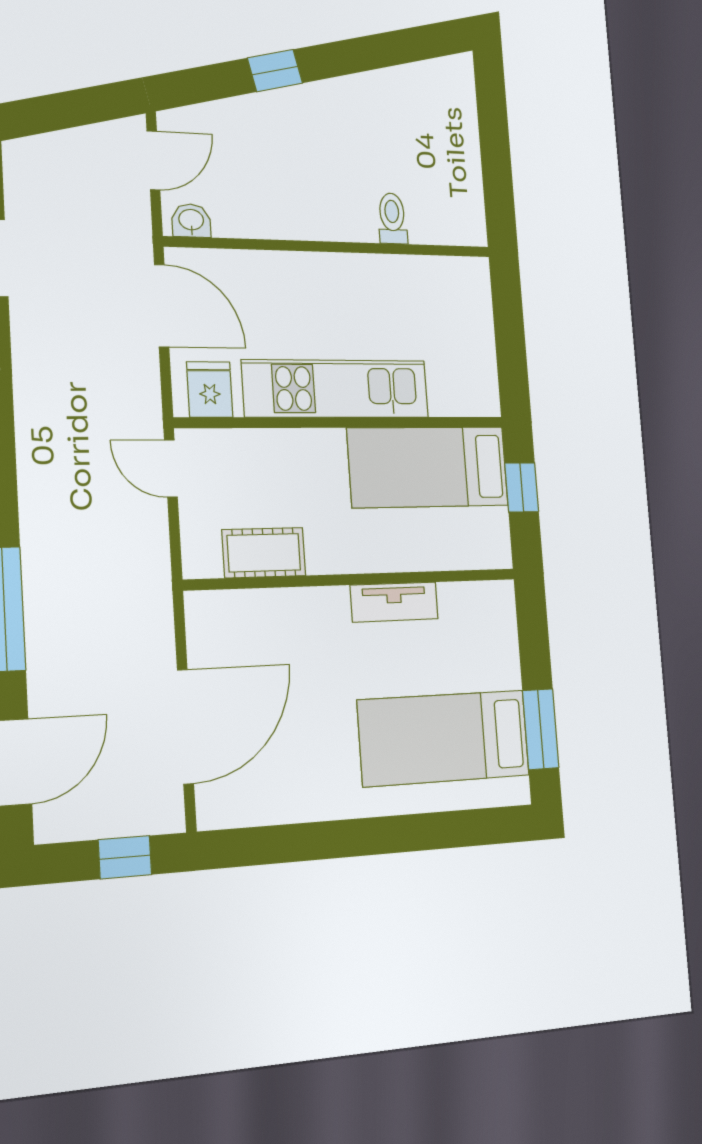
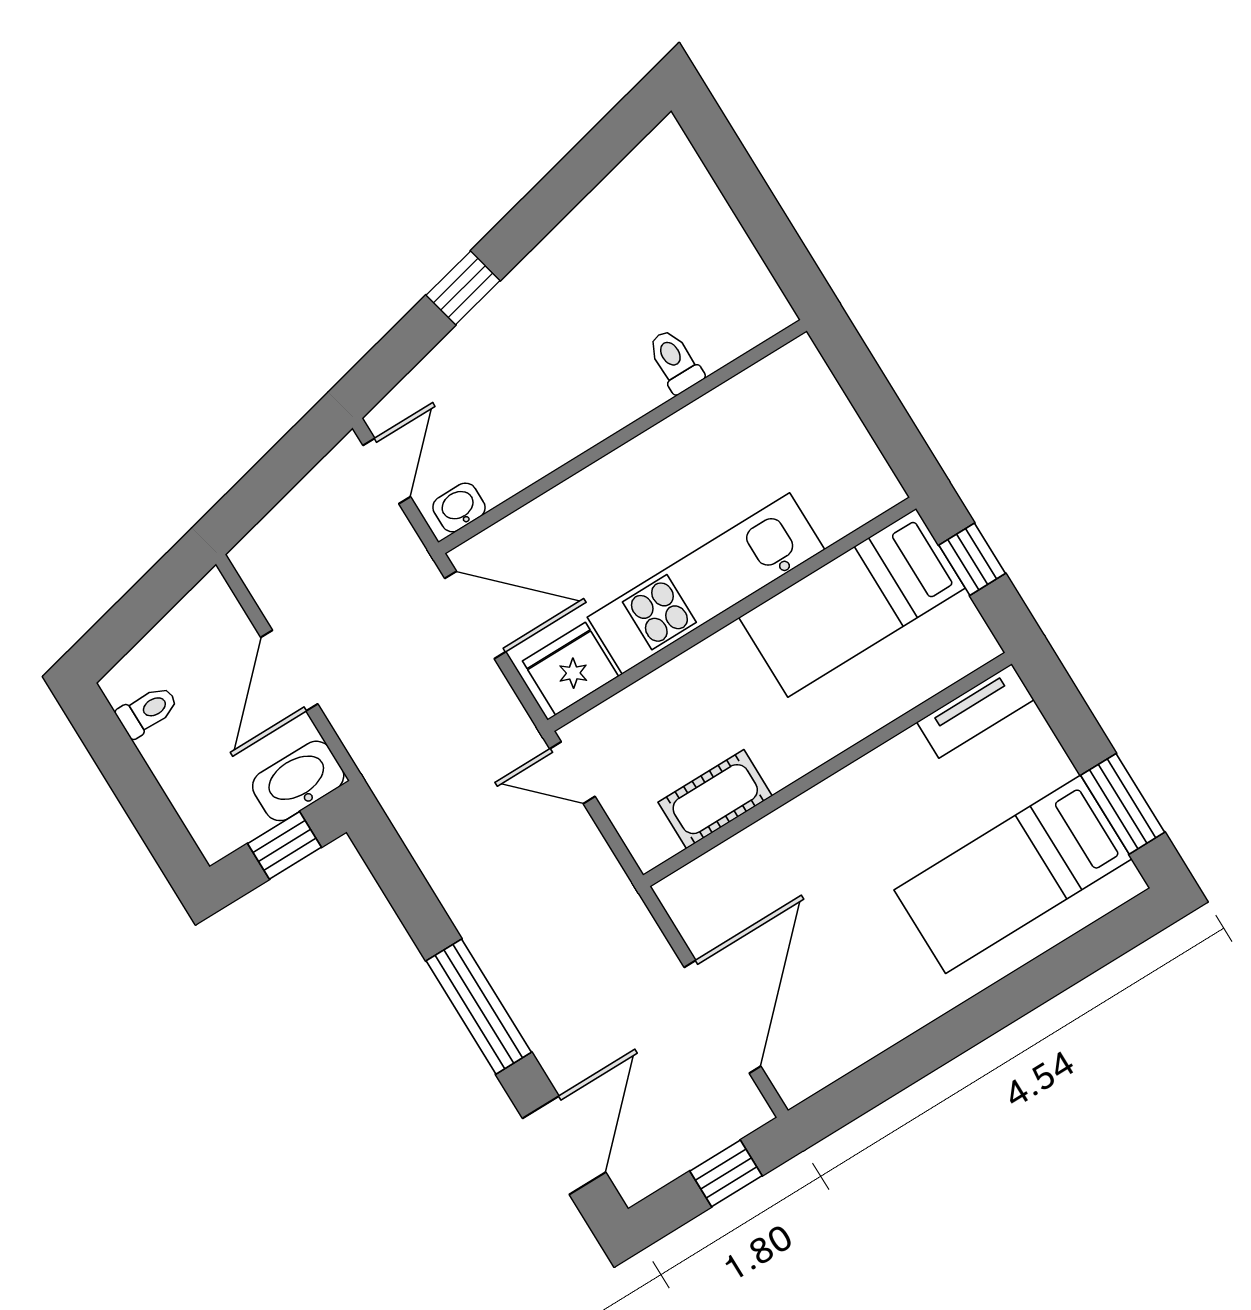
fridge: (210, 390) -> (571, 669), width x1.38
tv unit: (394, 602) -> (975, 711), moved

